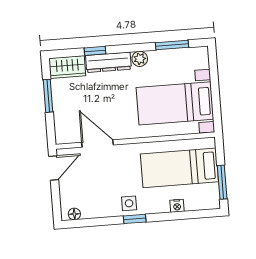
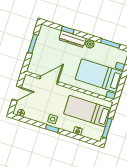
wardrobe: (67, 67) -> (49, 32), removed
door: (98, 144) -> (49, 80), hinge flipped
door: (54, 168) -> (17, 93), moved

